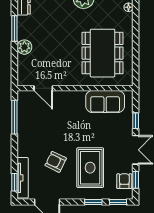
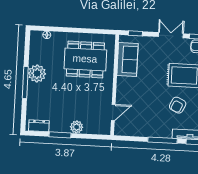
window: (14, 117) -> (163, 140), moved
window: (136, 121) -> (135, 33), moved

